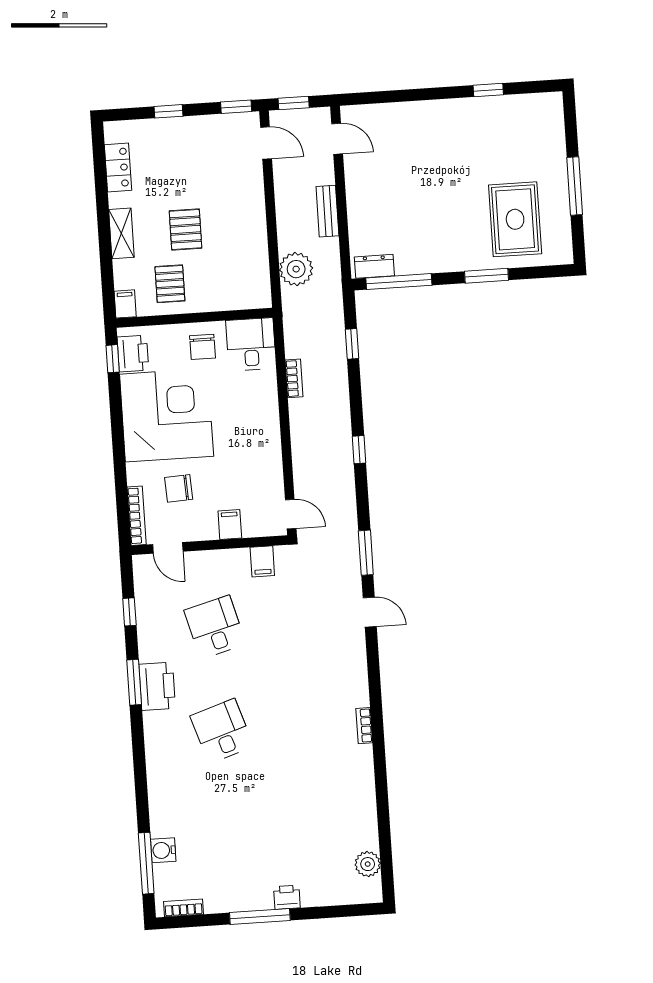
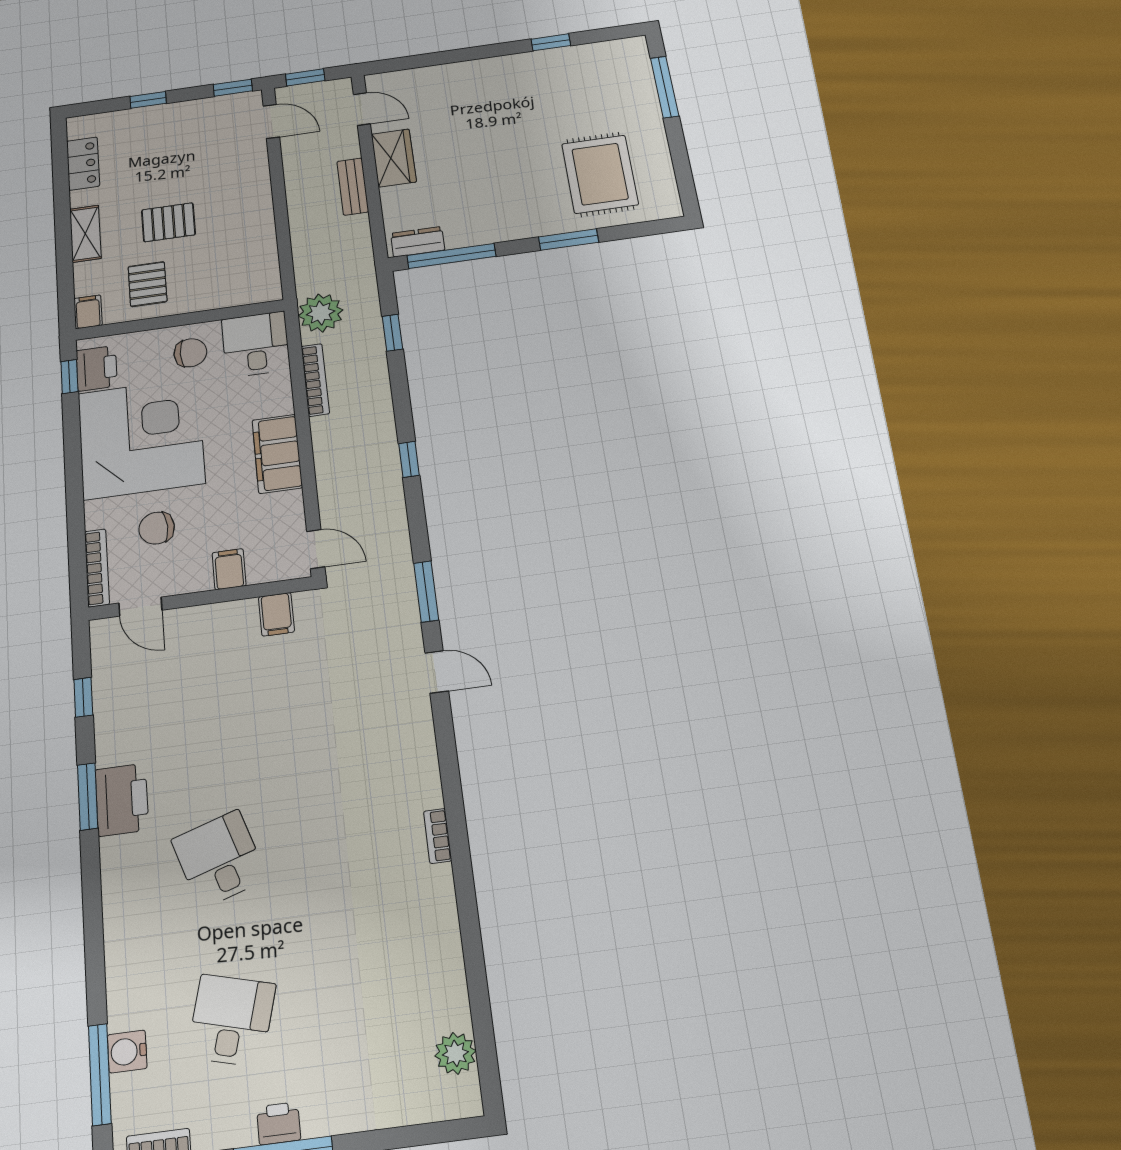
window: (575, 186) -> (665, 87), moved
wardrobe: (360, 188) -> (394, 158), added
pallet: (185, 229) -> (168, 222), turned 90
plant: (296, 269) -> (321, 313), moved
chair: (203, 347) -> (190, 353), turned -90
bookcase: (294, 378) -> (315, 380), width x1.56
filing cabinet: (265, 437) -> (277, 454), added
desk: (215, 627) -> (231, 1020), moved, turned 30
printer: (287, 897) -> (279, 1123), moved

